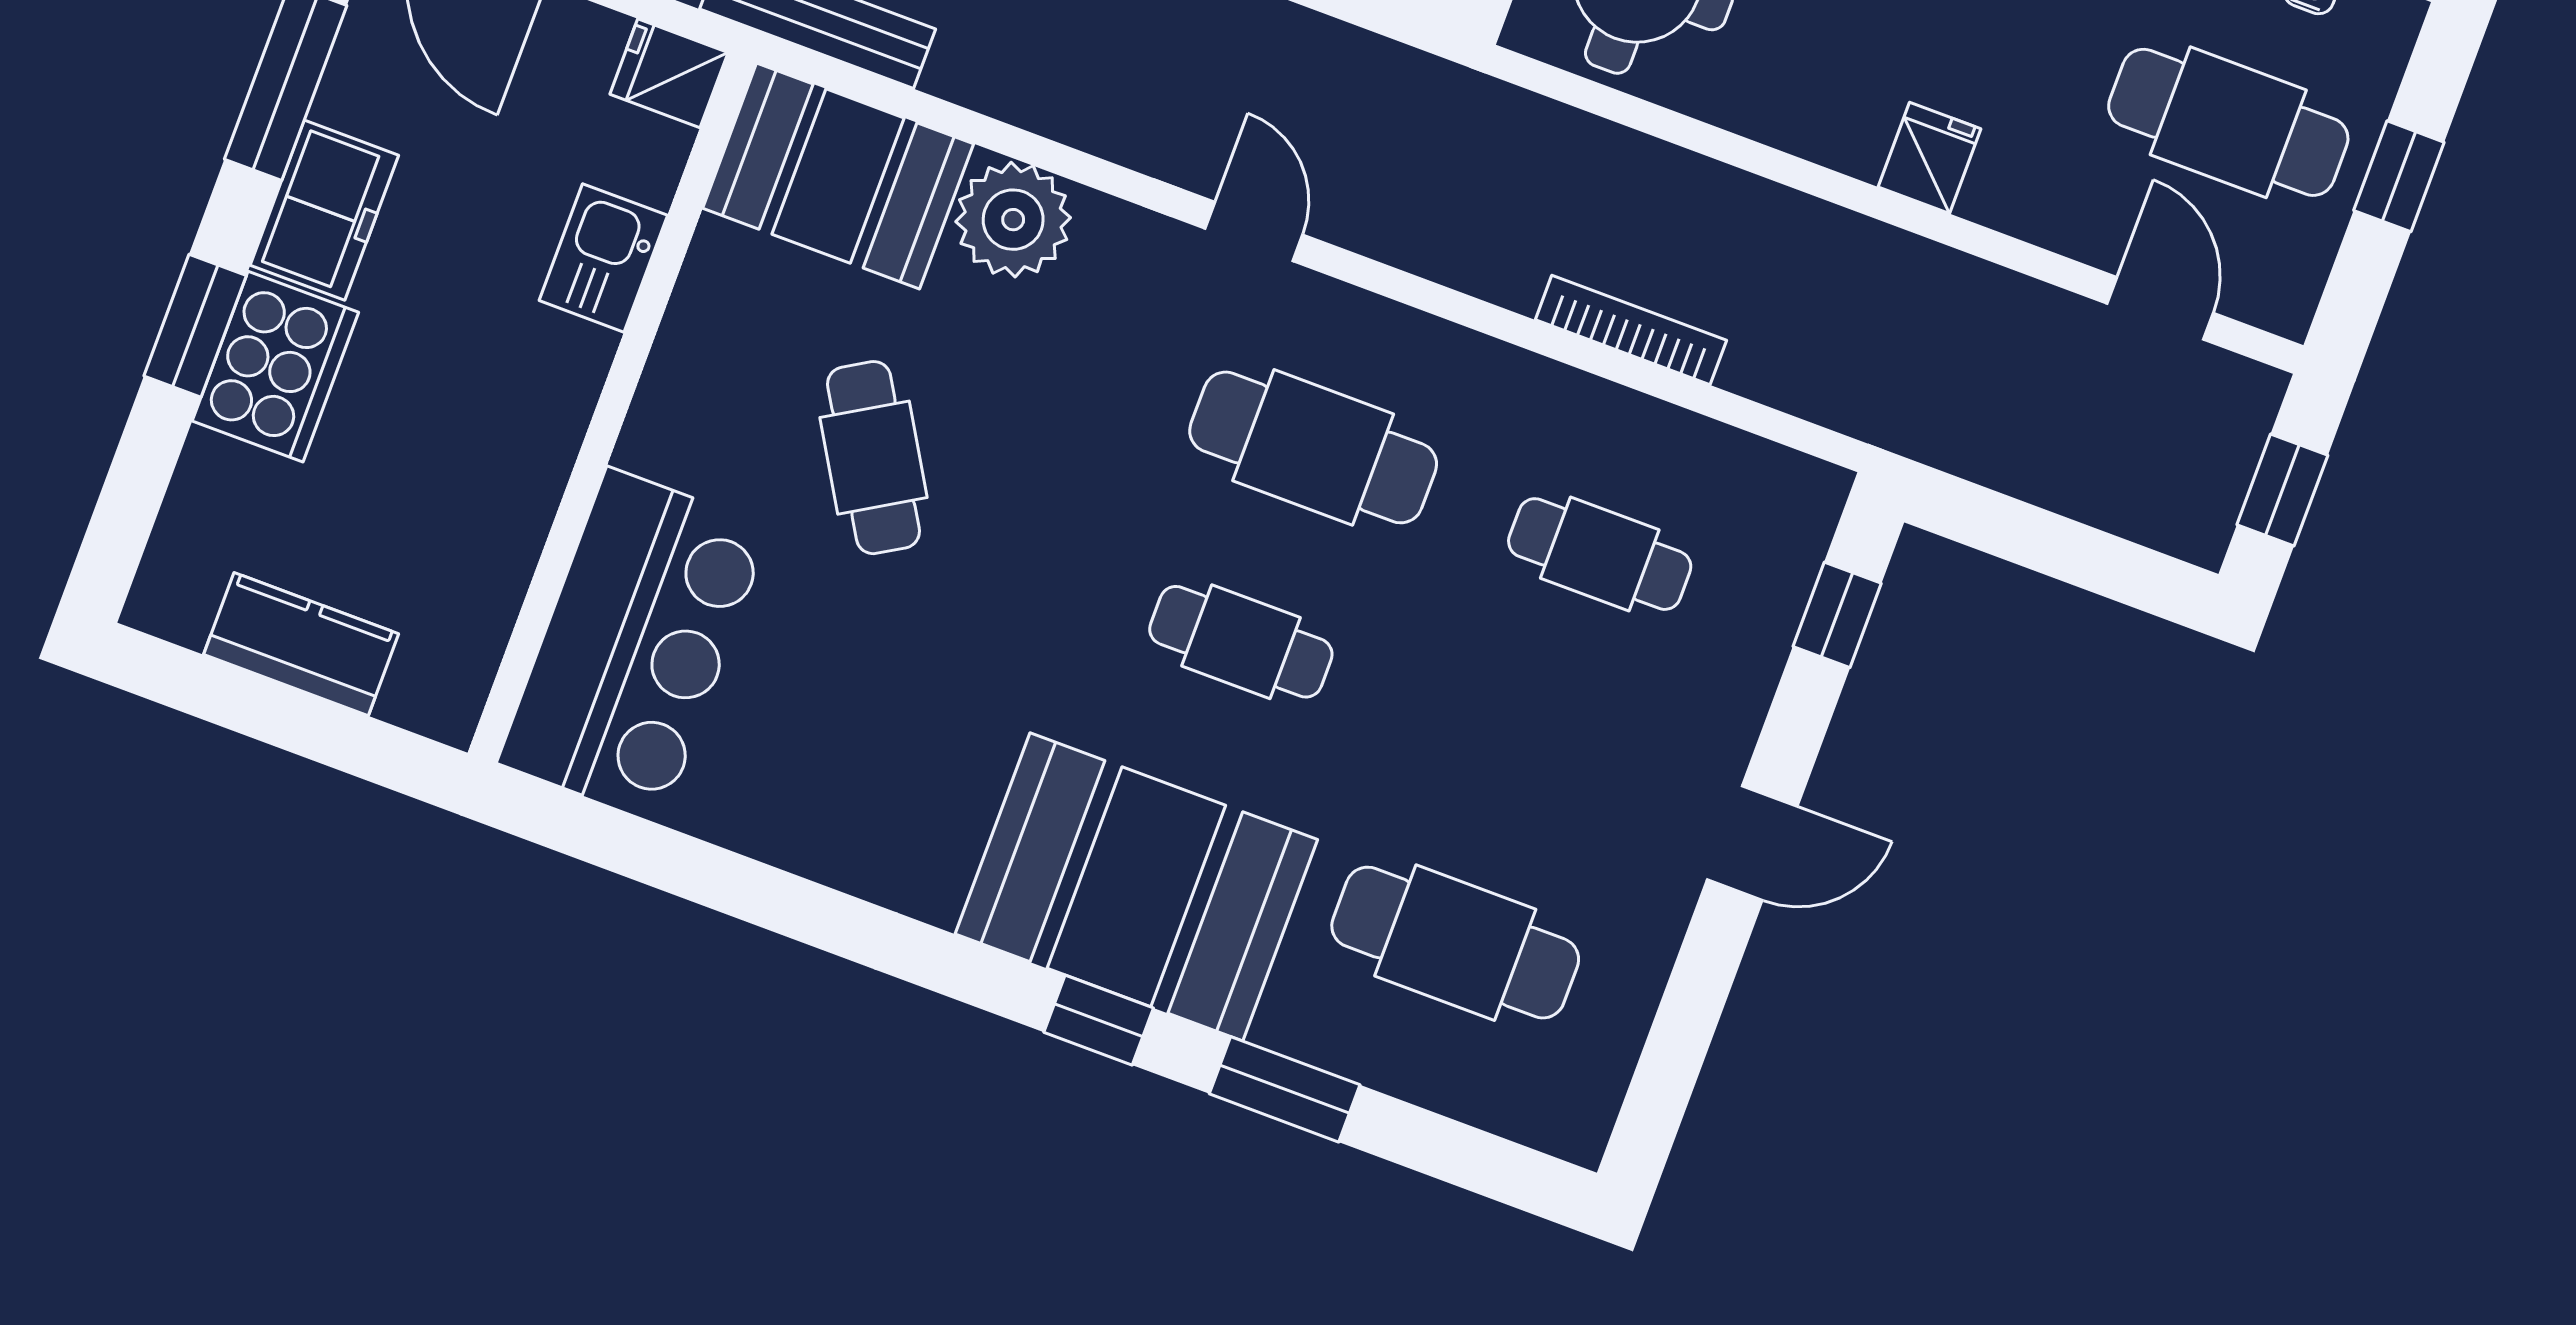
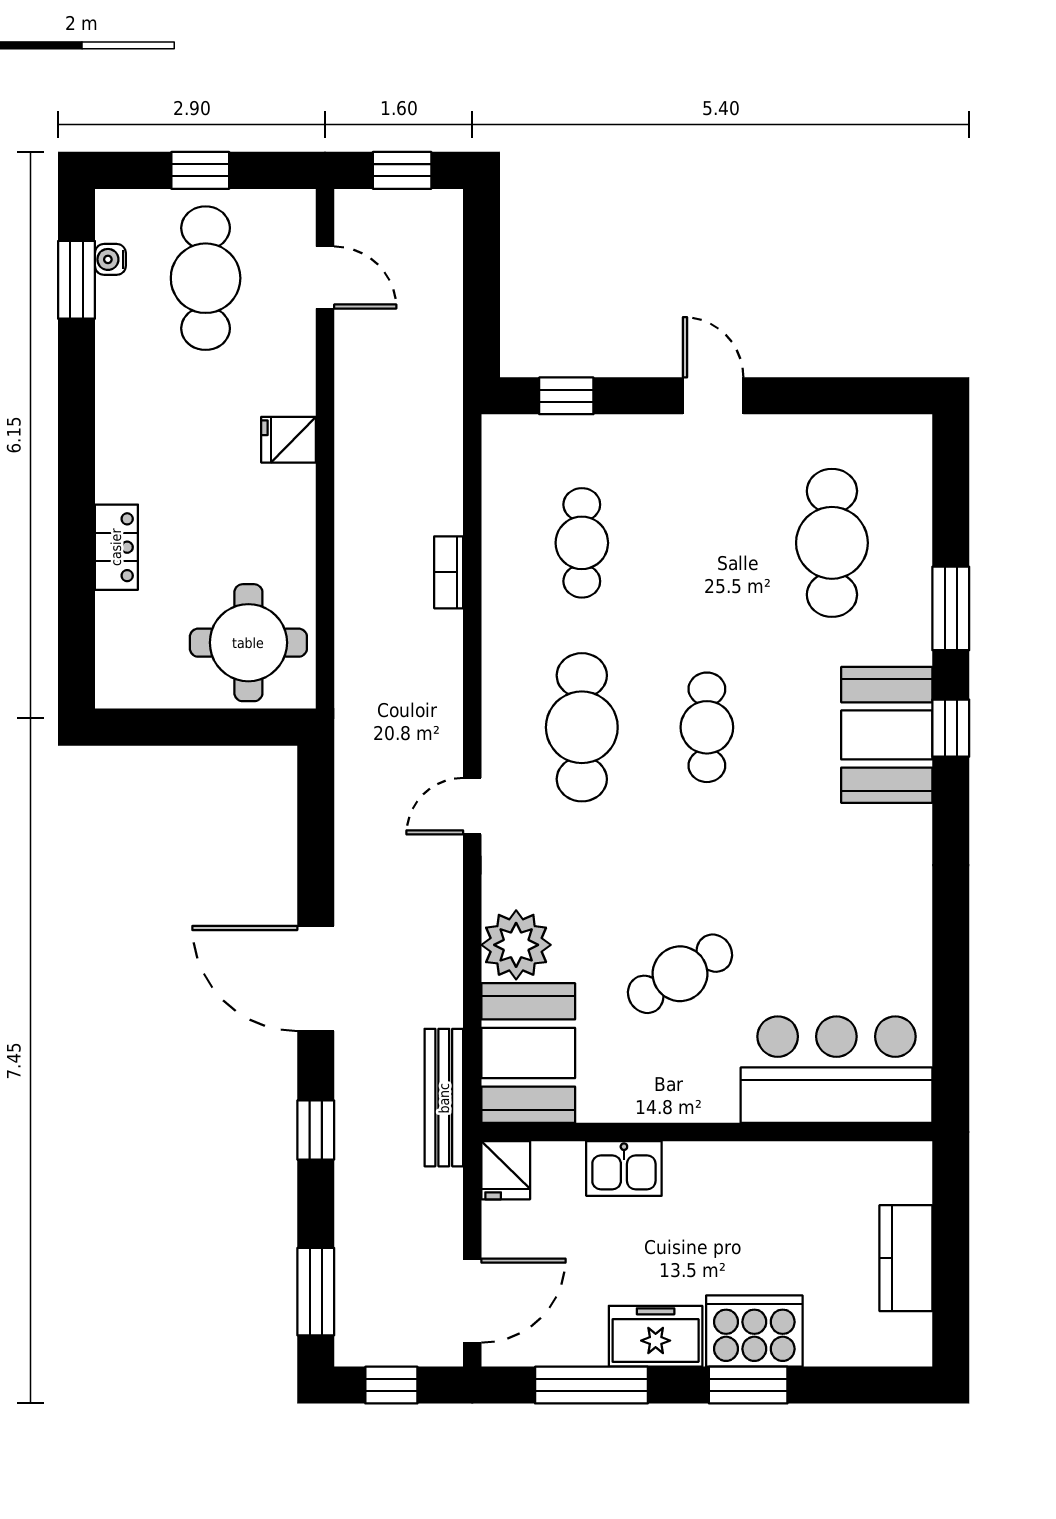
door: (2160, 308) -> (325, 278), swing flipped
bookcase: (1631, 330) -> (449, 572), width x0.64
booth: (1136, 887) -> (887, 735), width x0.73, depth x0.70

